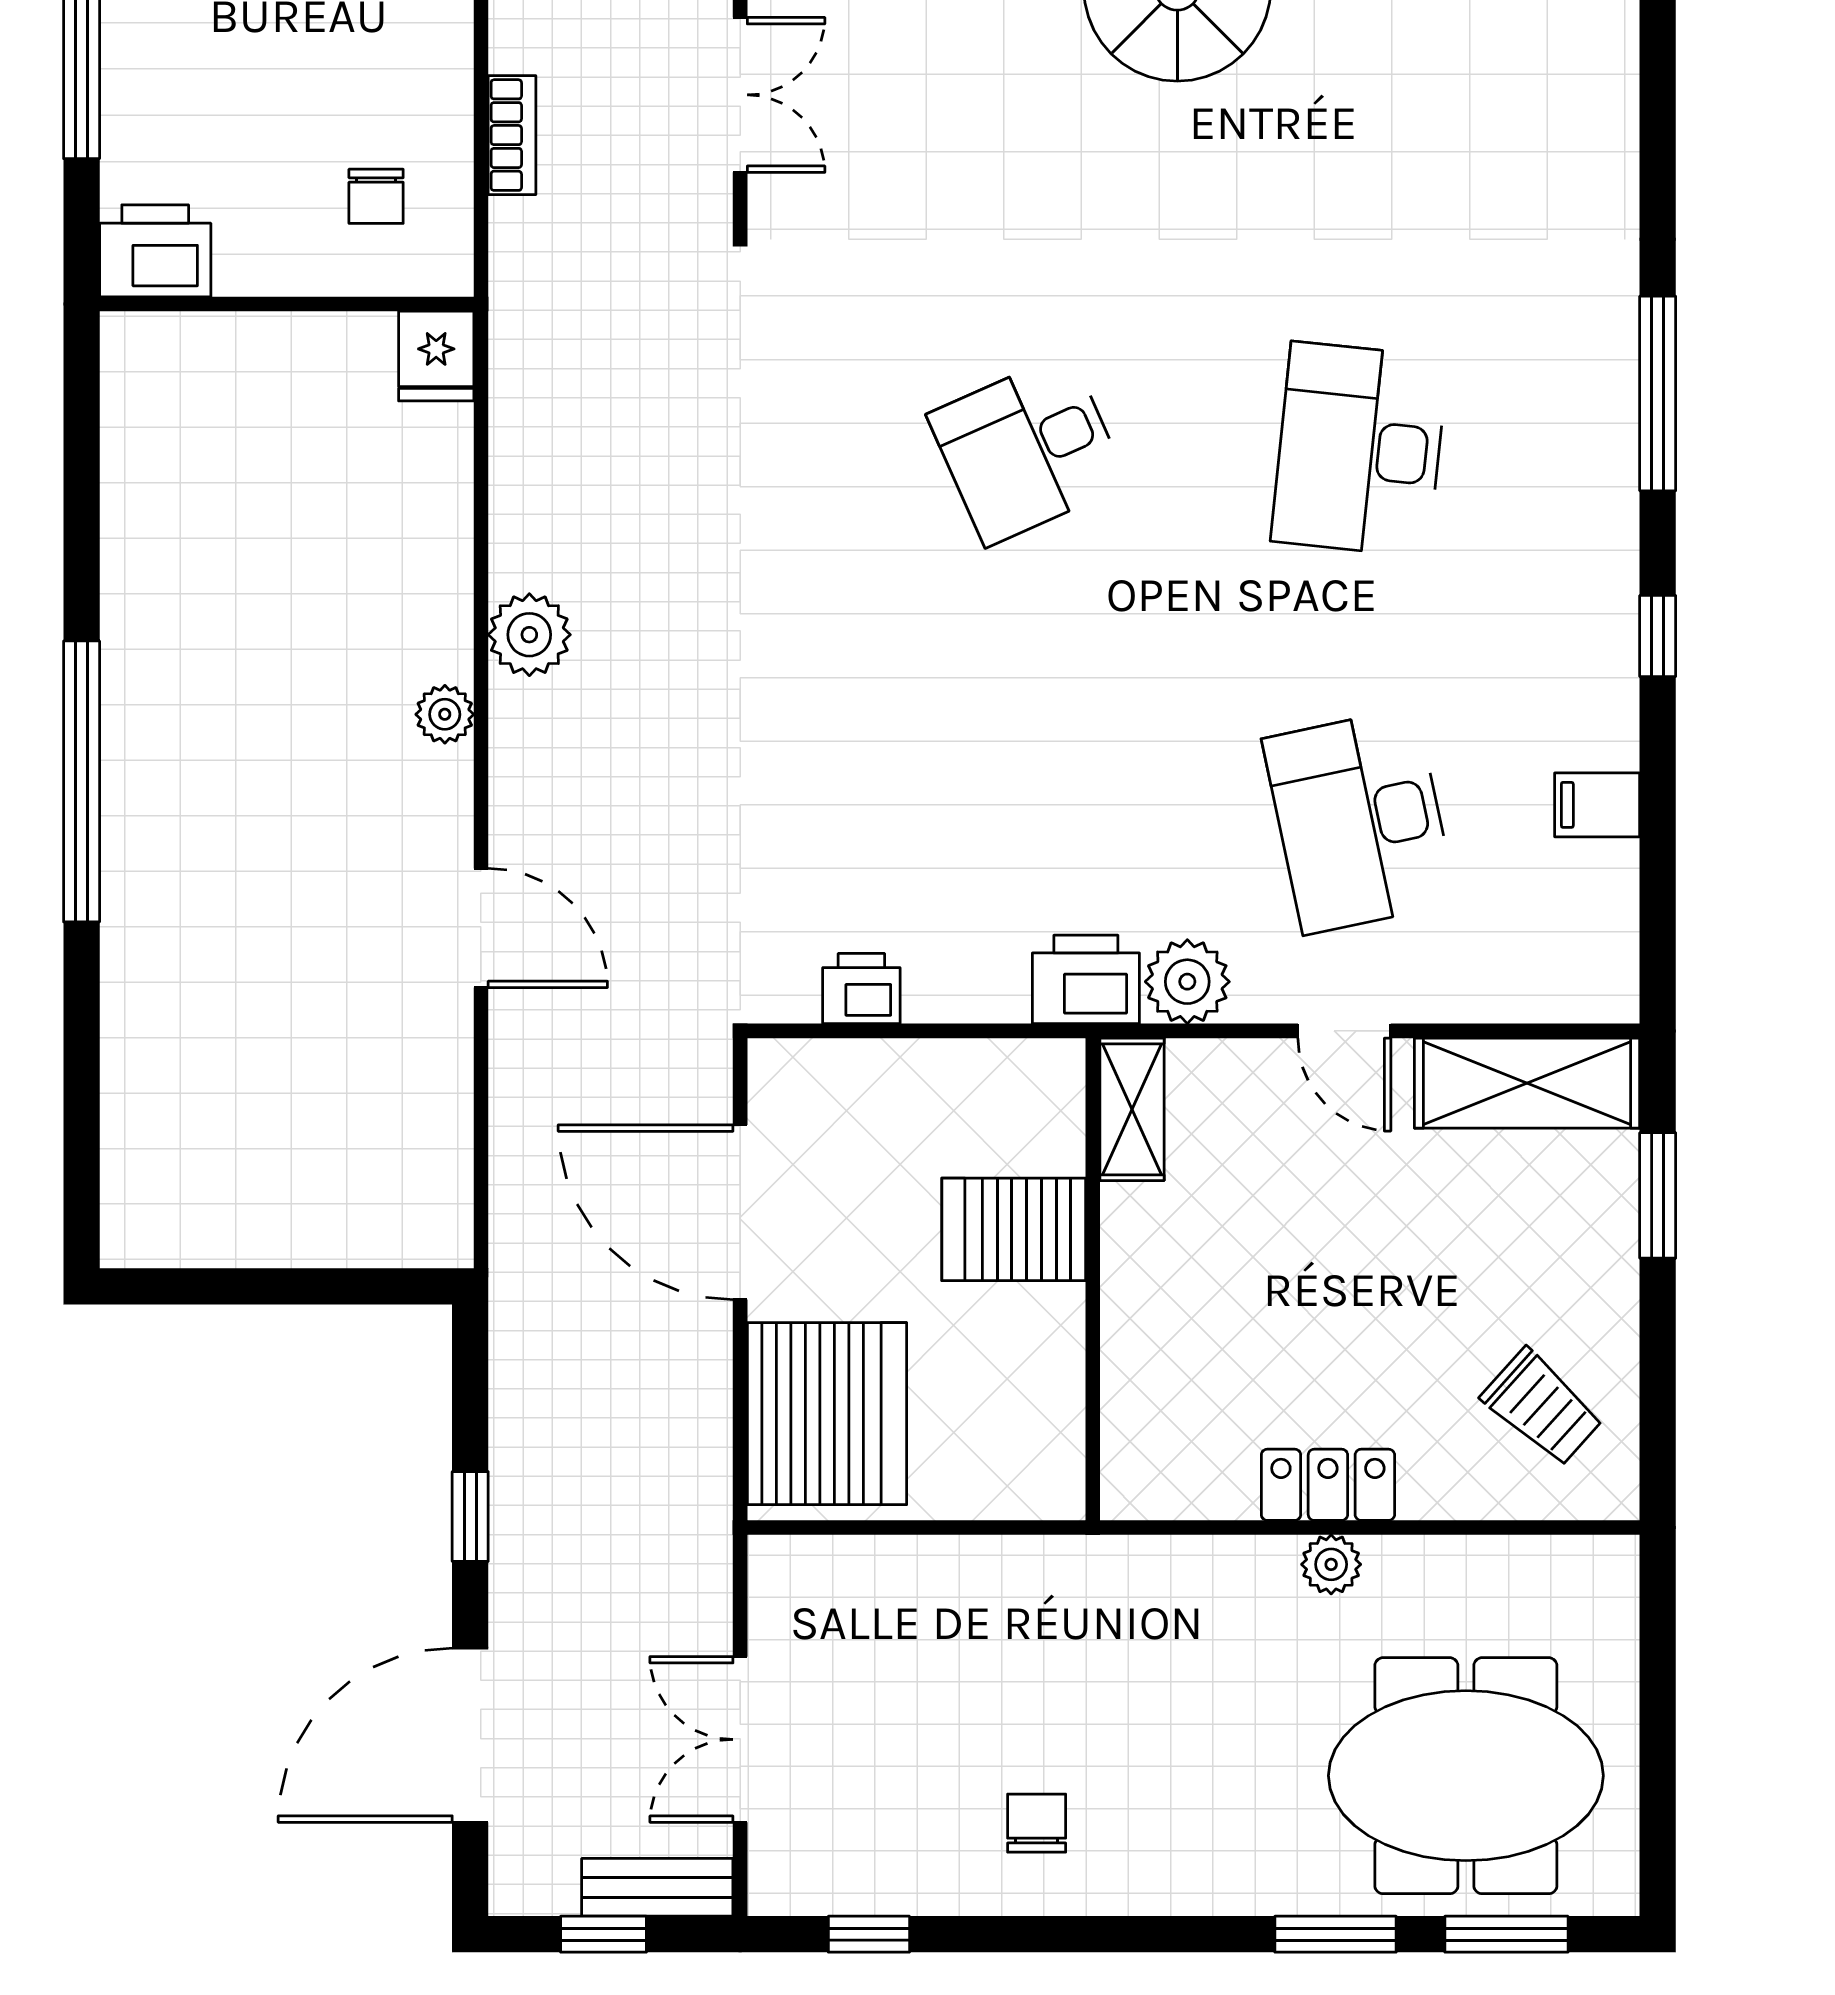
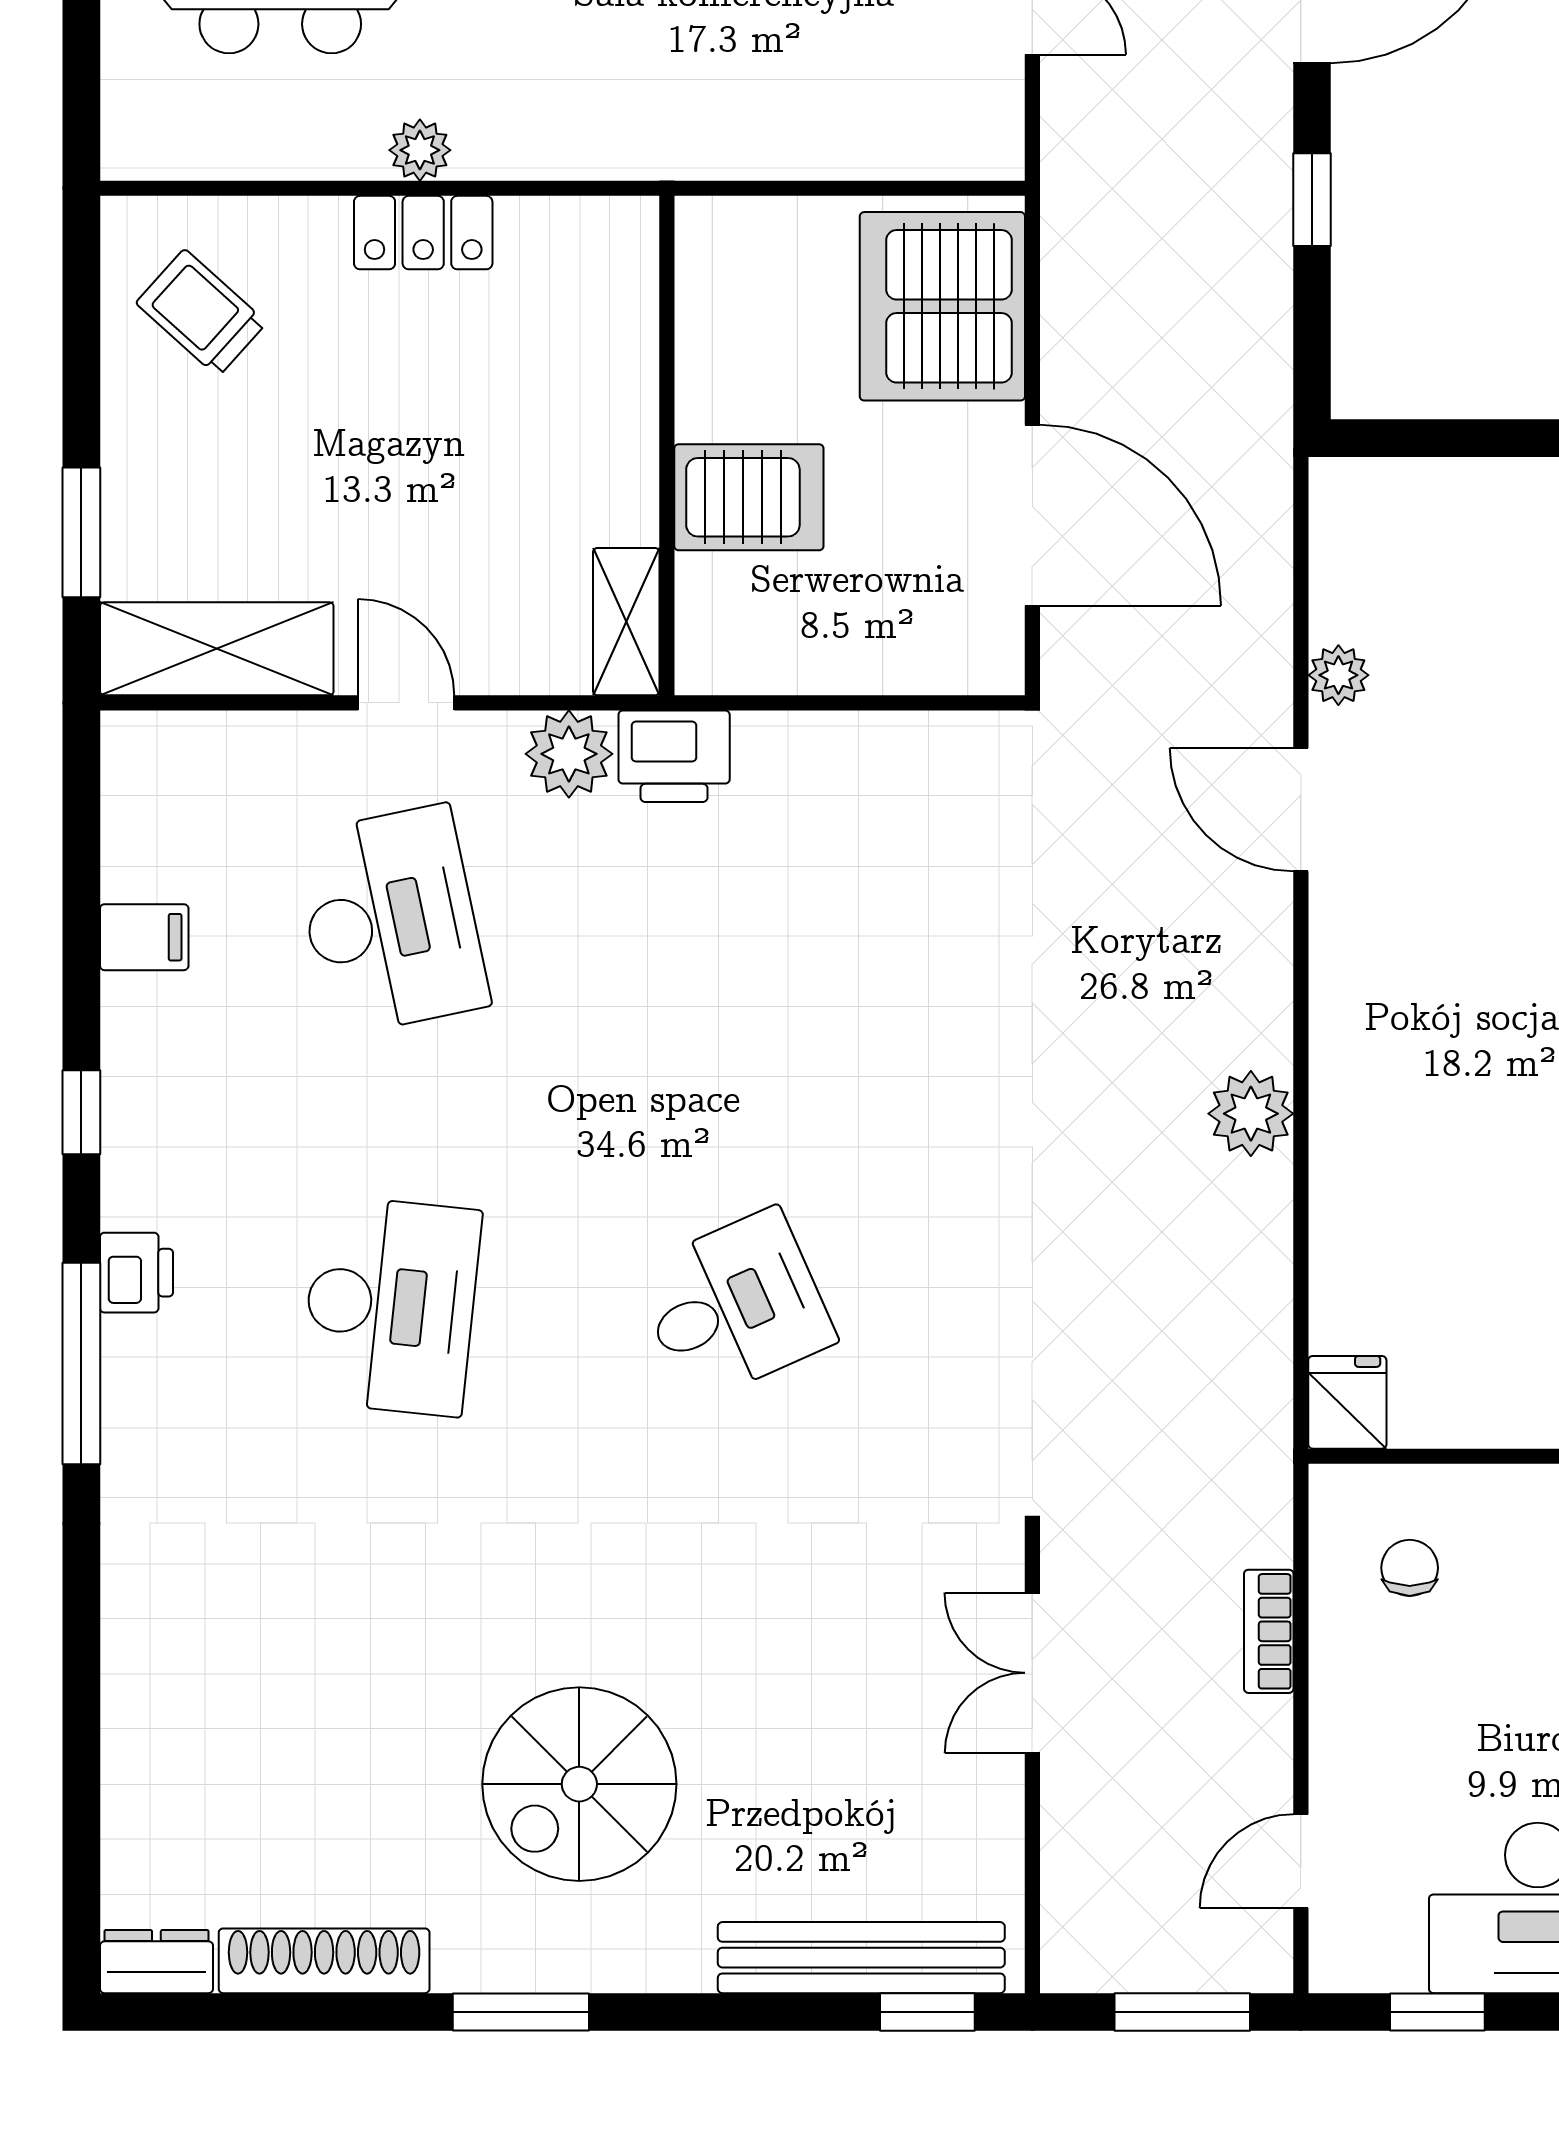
plant: (445, 714) -> (1338, 675), moved
printer: (861, 989) -> (136, 1273), moved, turned -90

